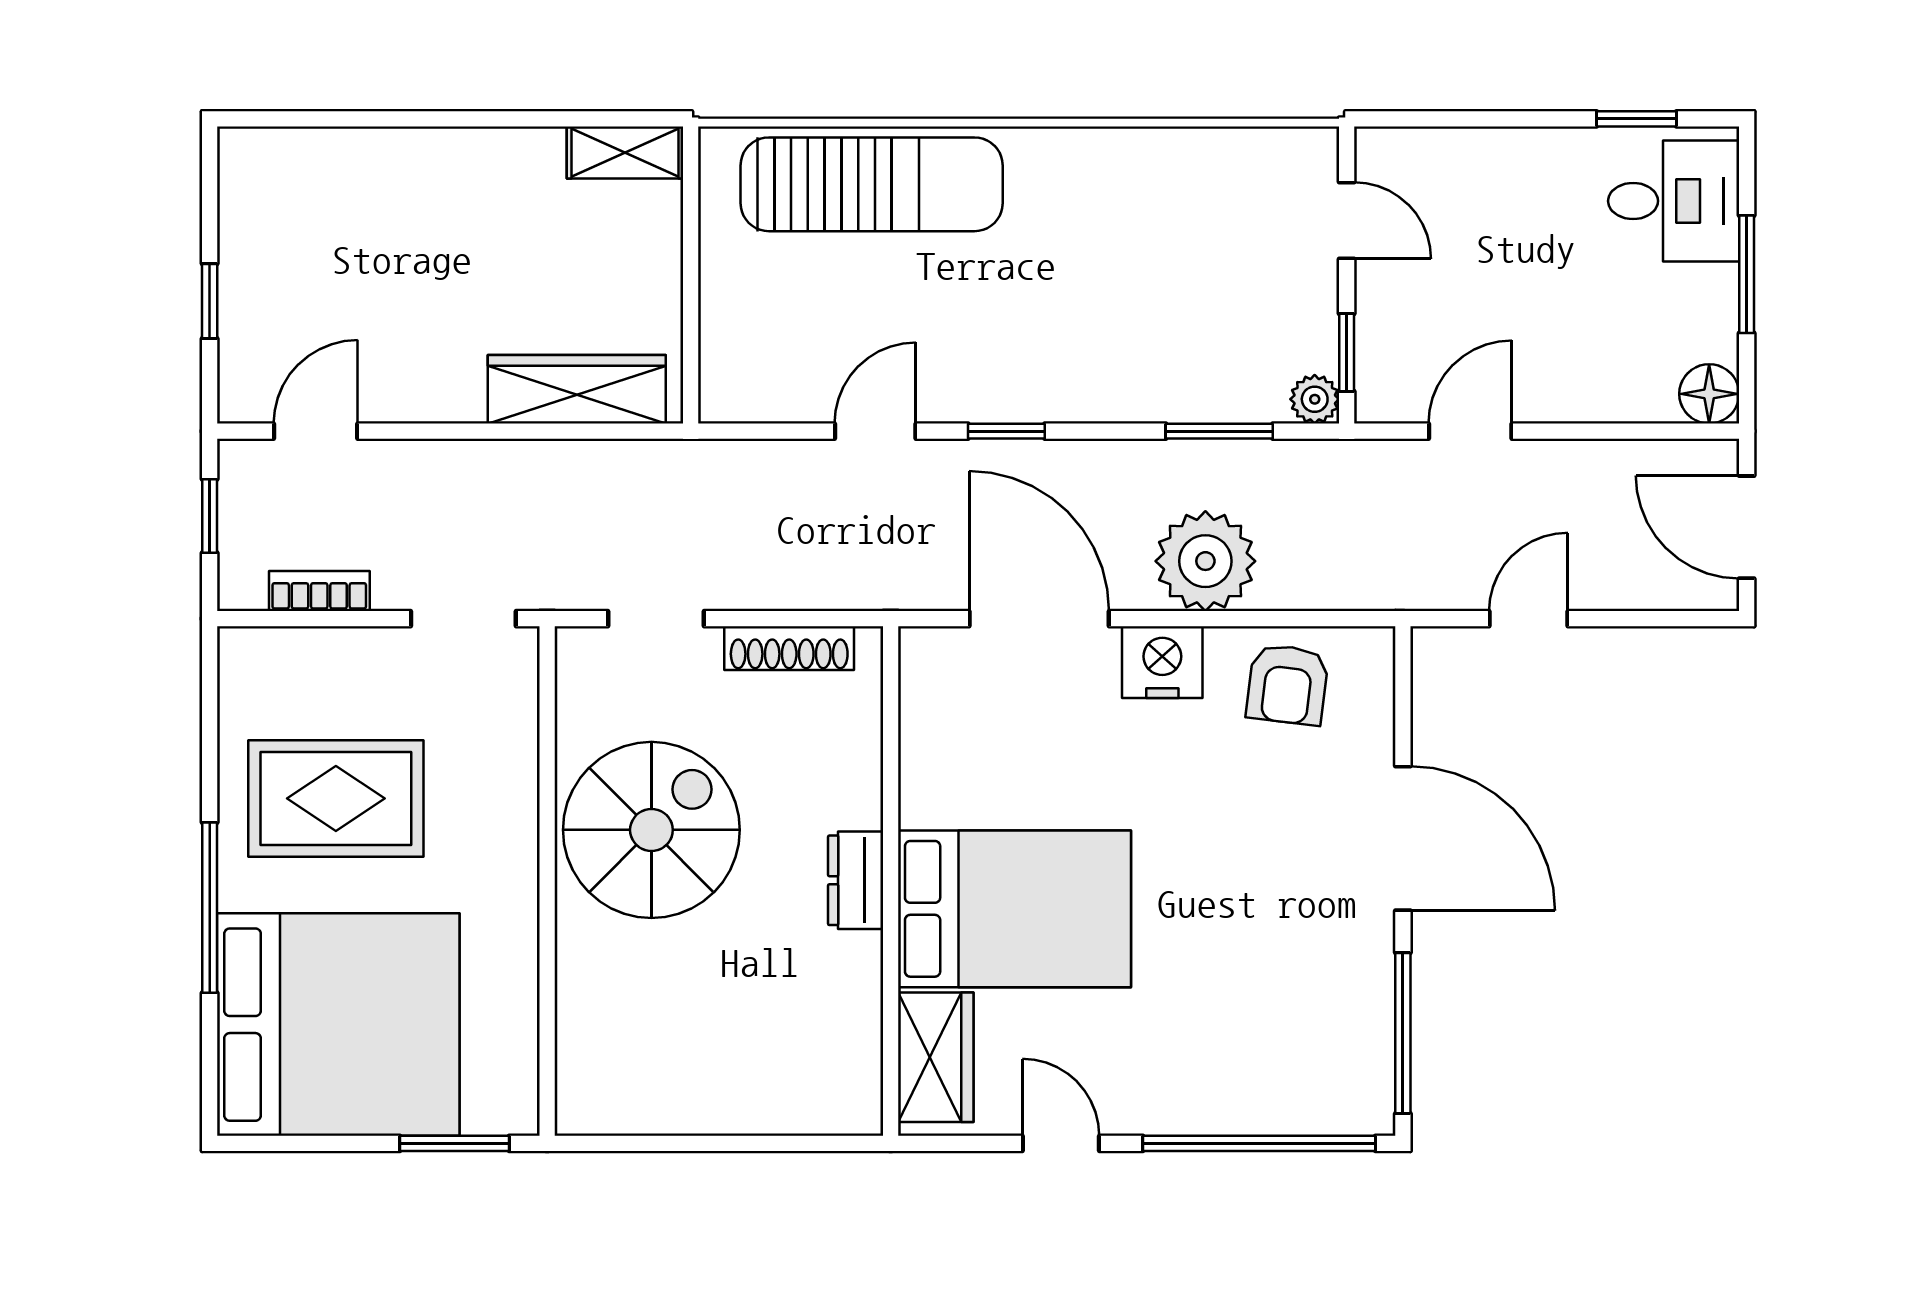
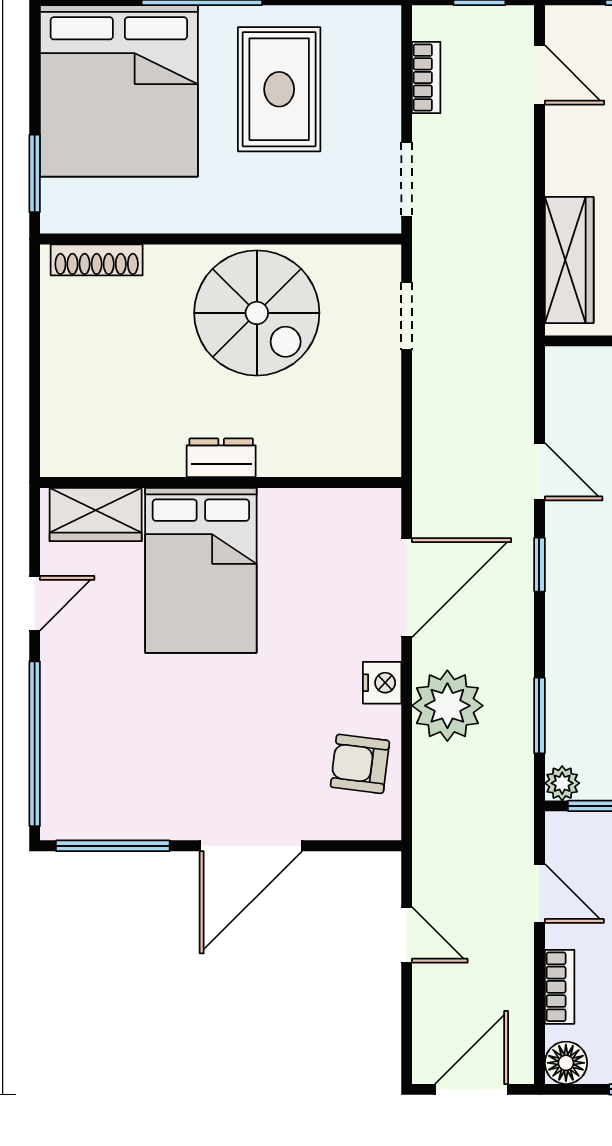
bookcase: (1602, 403) -> (560, 987), added
shoe rack: (789, 648) -> (97, 260), moved, turned -90
nightstand: (1162, 662) -> (382, 683), width x0.74, depth x0.75

